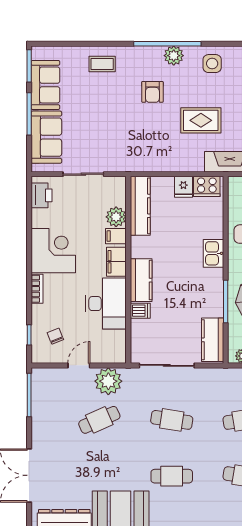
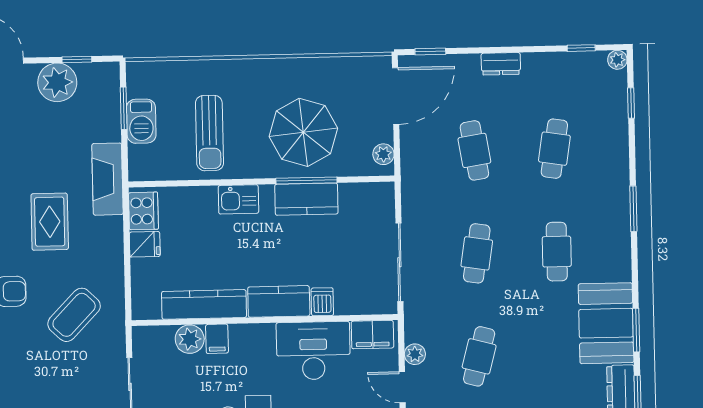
coffee table: (135, 136) -> (74, 315), added
kitchen counter: (140, 206) -> (204, 304), moved
filing cabinet: (116, 262) -> (372, 335), moved
kitchen counter: (213, 340) -> (306, 199), moved
plant: (108, 381) -> (415, 354), width x0.53, depth x0.53
cafe table: (99, 420) -> (479, 356), turned 39

